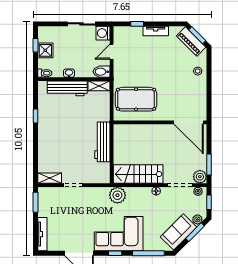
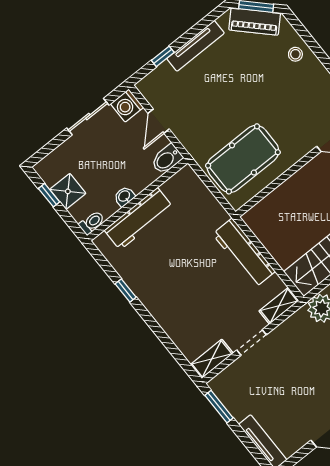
tv unit: (156, 31) -> (196, 46), width x1.41
shelving: (99, 86) -> (279, 306), moved

